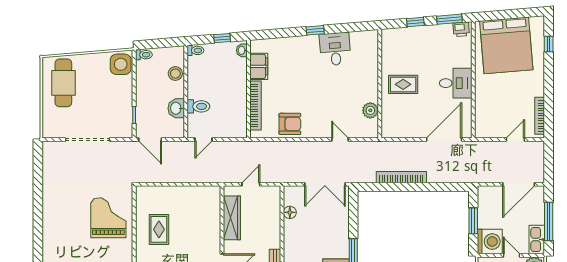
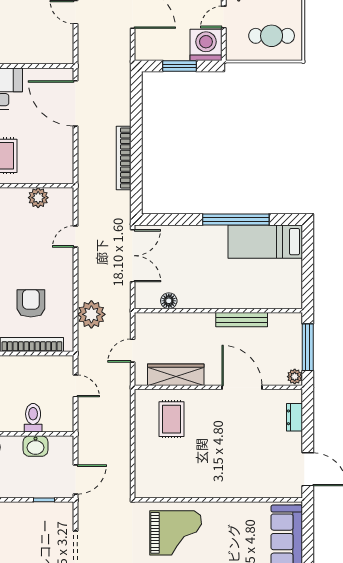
armchair: (290, 124) -> (31, 303), moved
door: (203, 140) -> (76, 386), moved
plant: (279, 152) -> (91, 314), added
door: (251, 184) -> (133, 351), hinge flipped
grand piano: (108, 218) -> (176, 533), turned 180
rug: (159, 229) -> (172, 419), moved, turned 90

